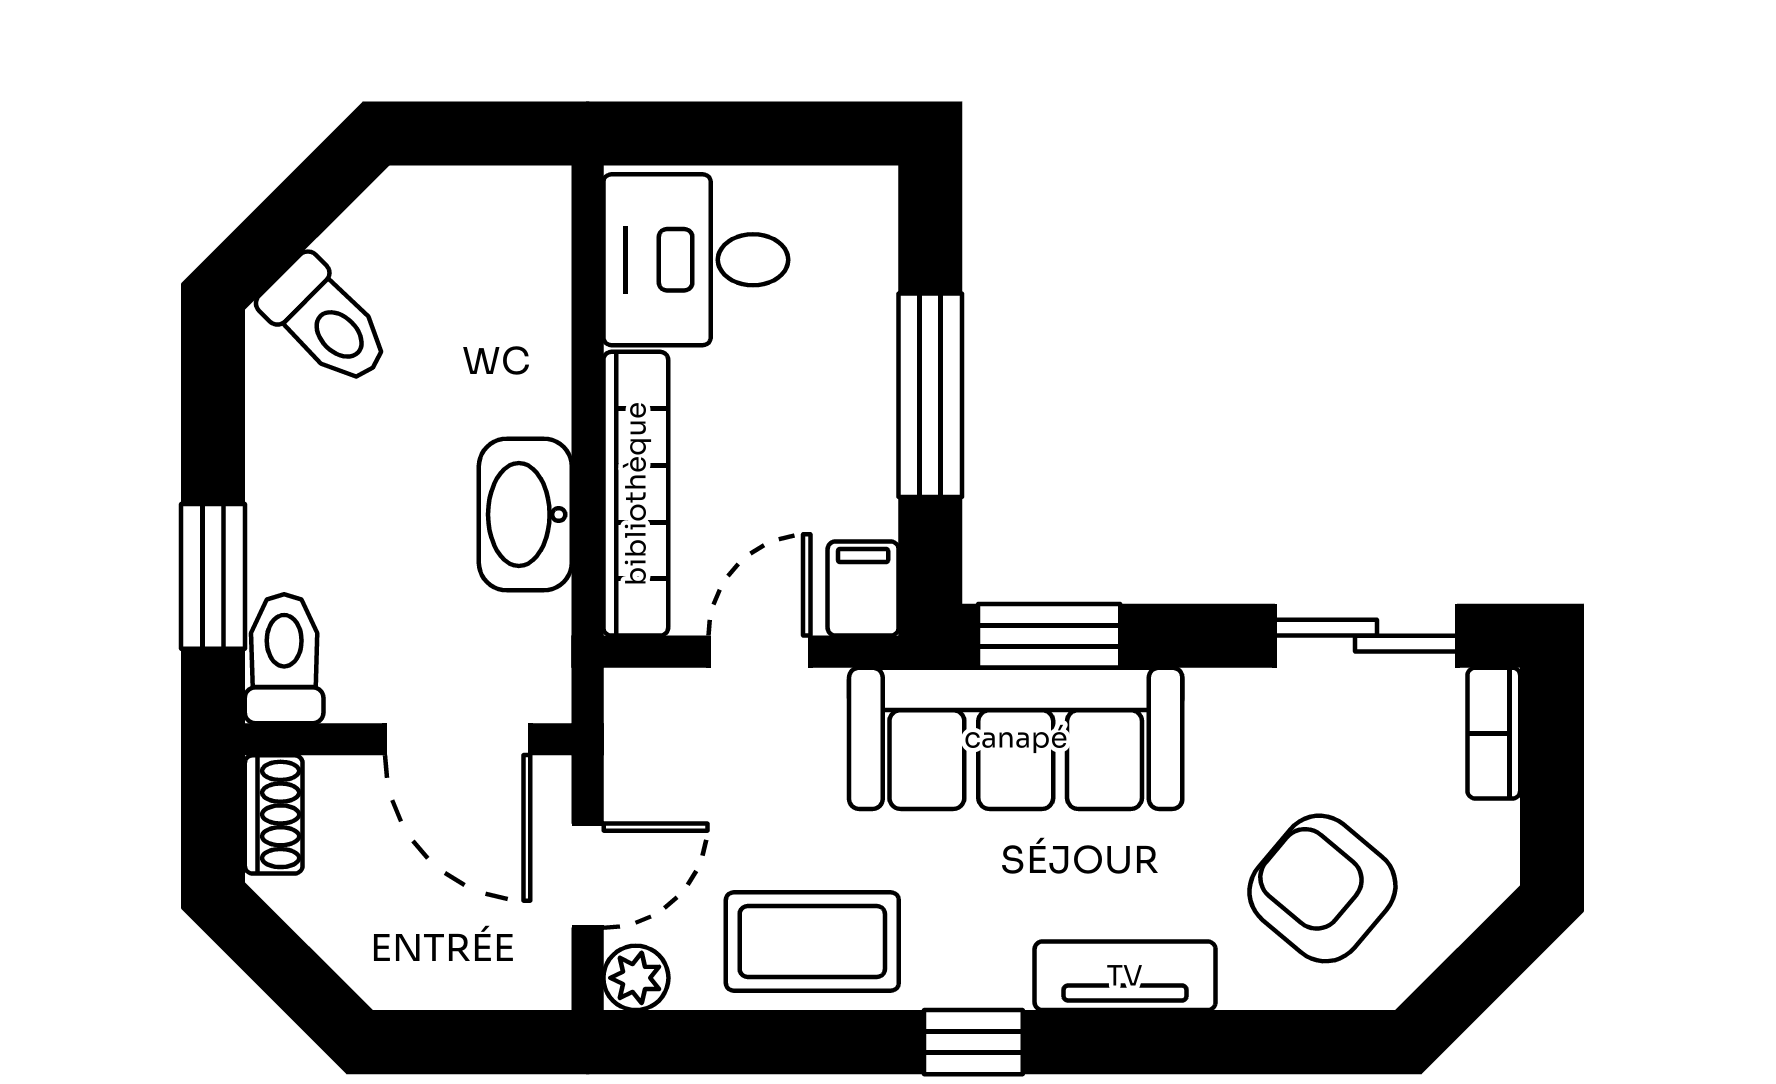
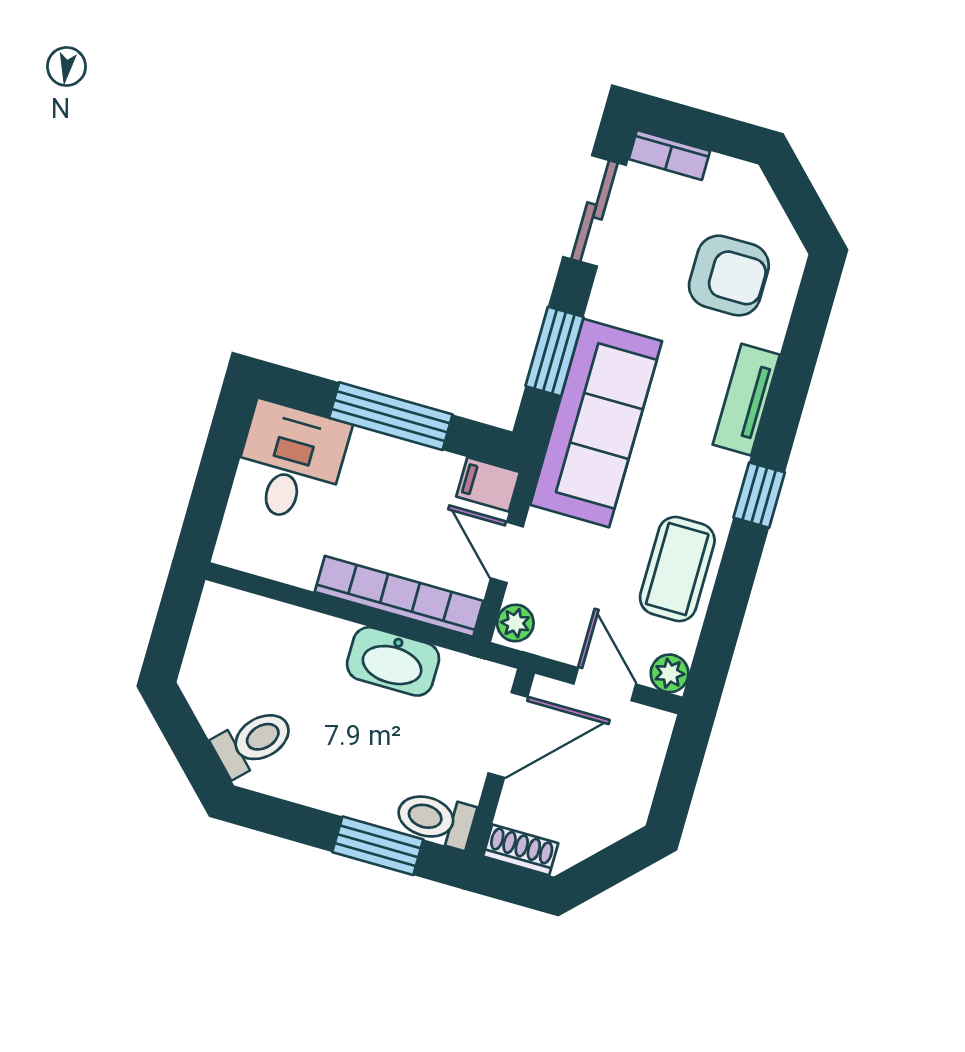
desk: (696, 260) -> (290, 463), moved, turned 180
window: (1049, 636) -> (555, 351), moved
plant: (647, 699) -> (515, 623), added
armchair: (1322, 888) -> (729, 276), turned -130

